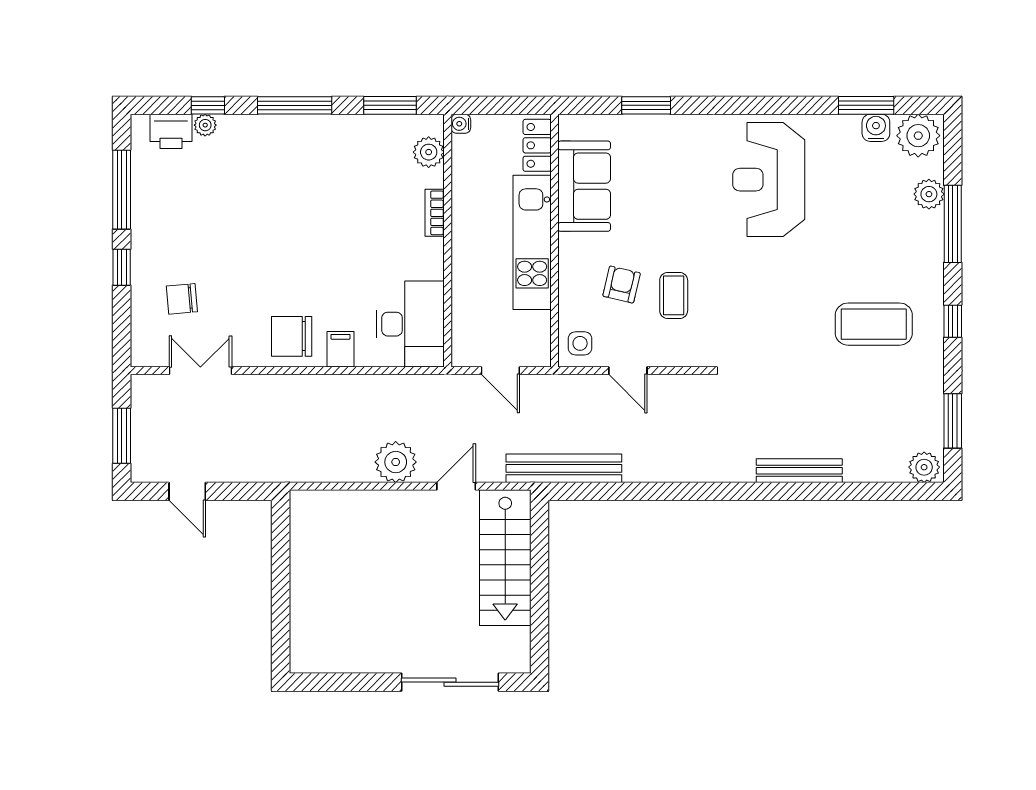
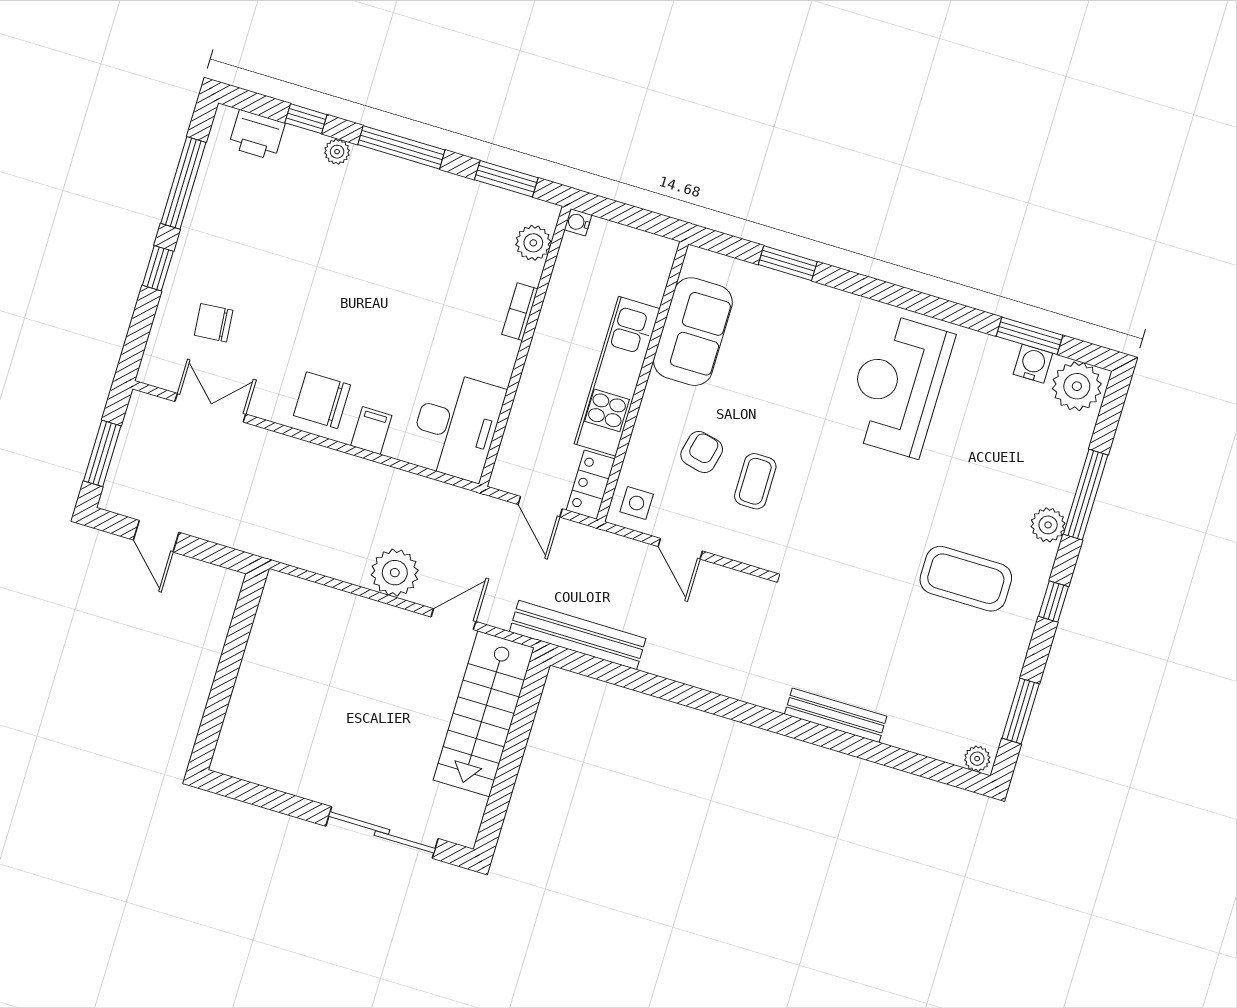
plant: (205, 125) -> (337, 152), moved
locker: (537, 145) -> (591, 485), moved
plant: (929, 194) -> (1048, 525), moved
plant: (924, 467) -> (977, 759), width x0.73, depth x0.73

